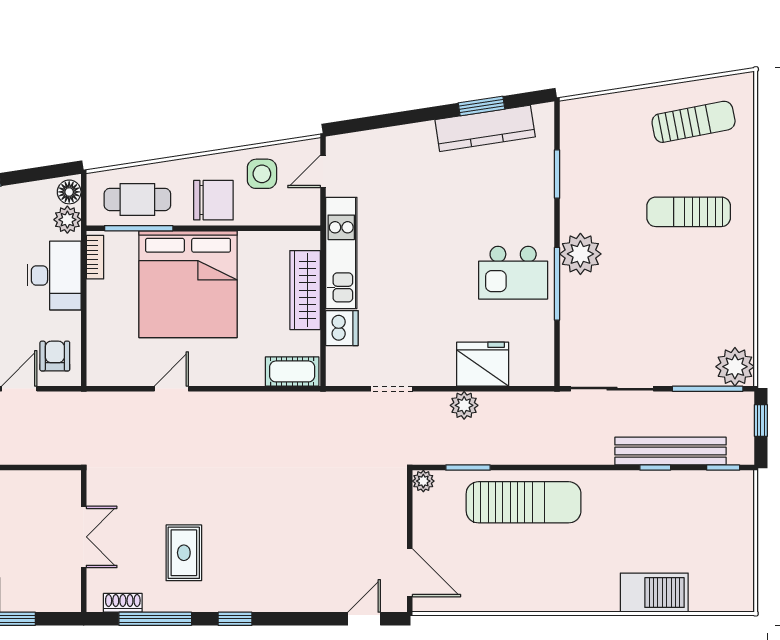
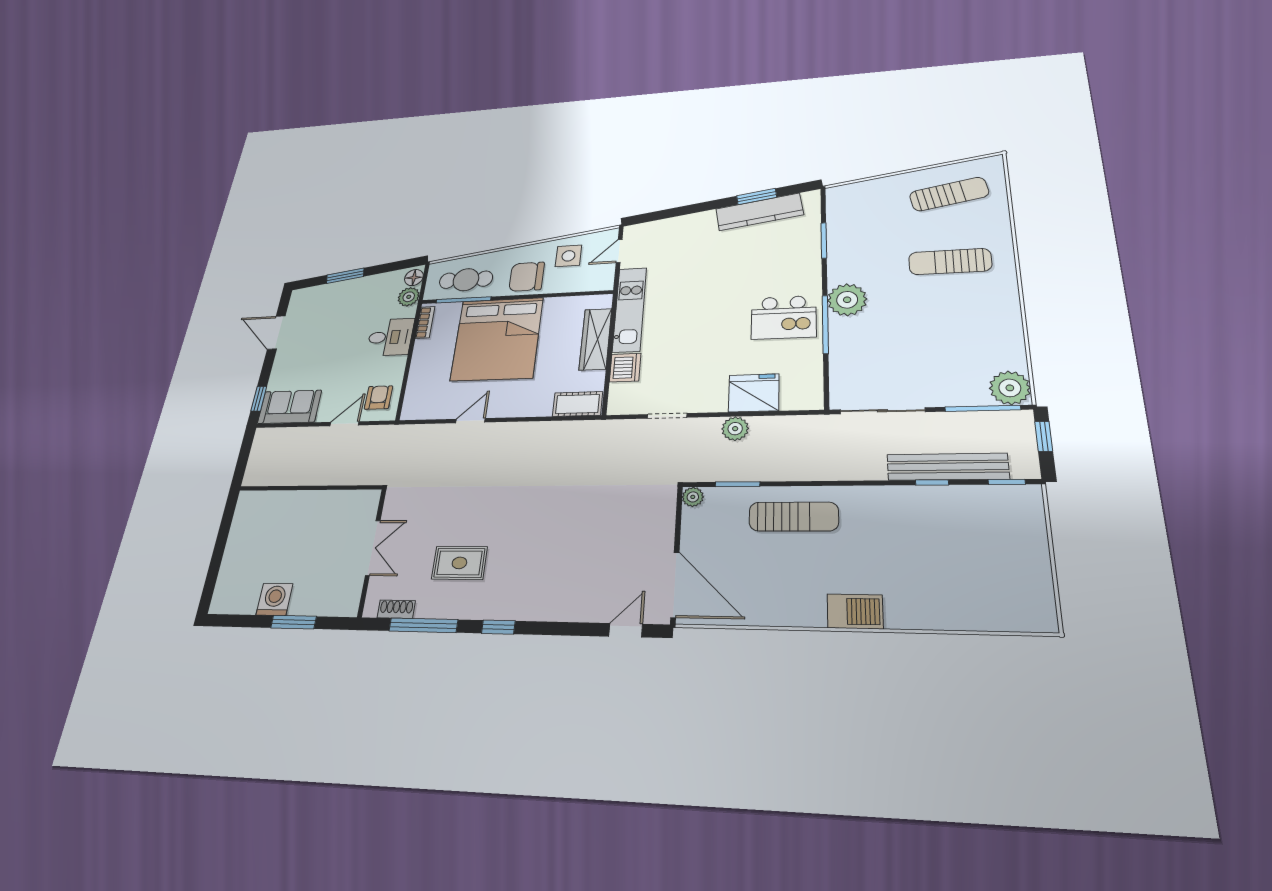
chair: (213, 200) -> (527, 277), turned 180
desk: (54, 275) -> (390, 337), width x0.73
sun lounger: (524, 502) -> (794, 516), width x0.73, depth x0.75
rug: (184, 553) -> (459, 563), turned 90
door: (410, 573) -> (675, 585), width x1.36
barbecue: (654, 593) -> (855, 611), moved, width x0.73, depth x0.83

